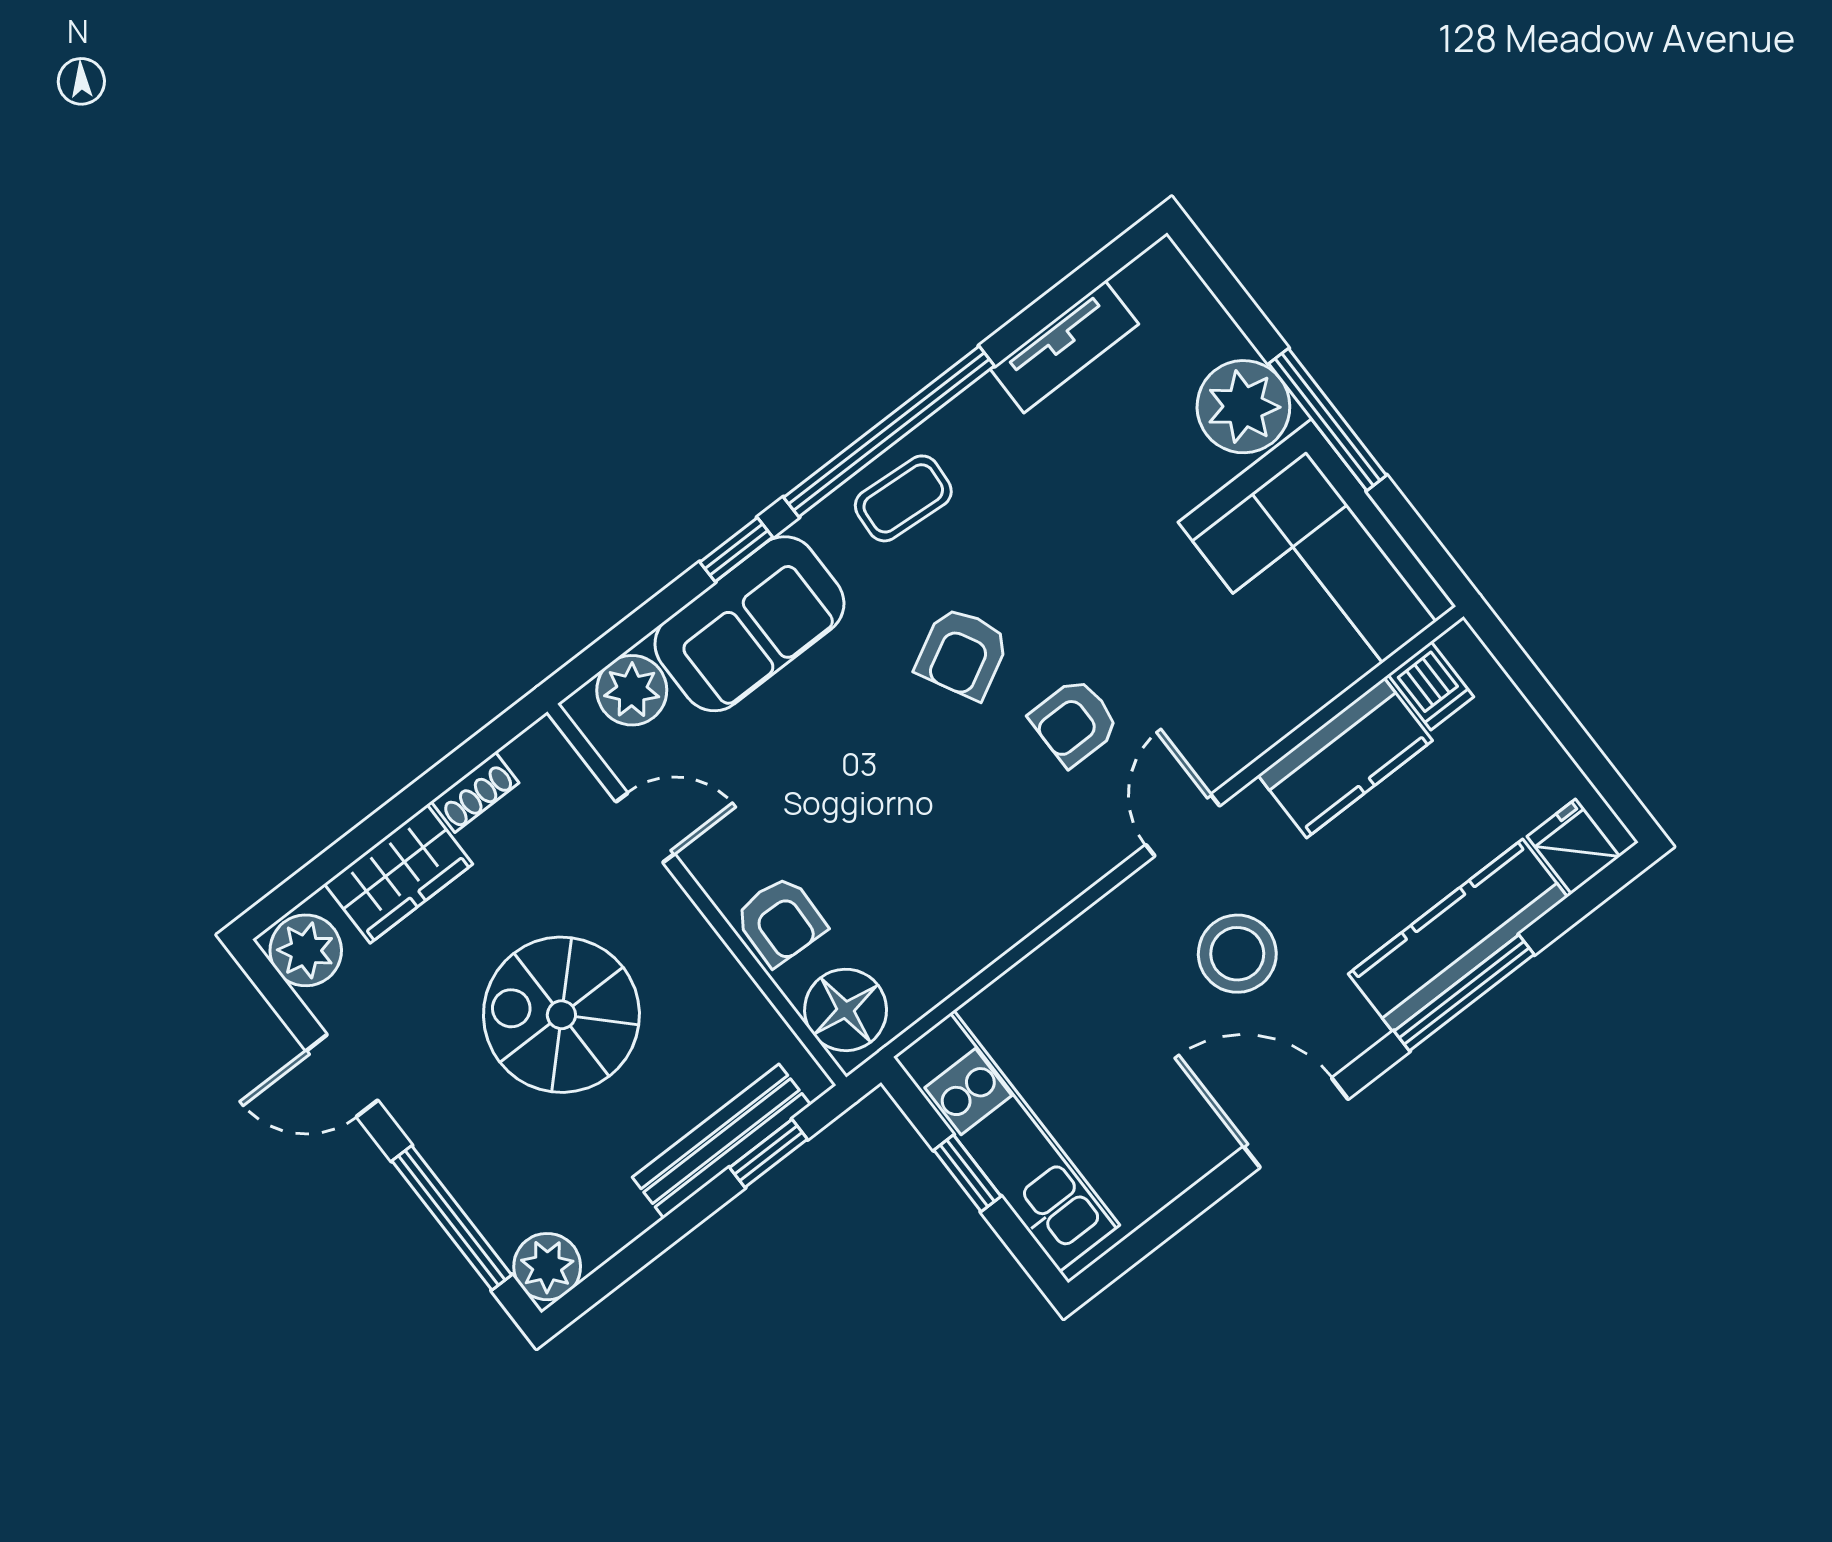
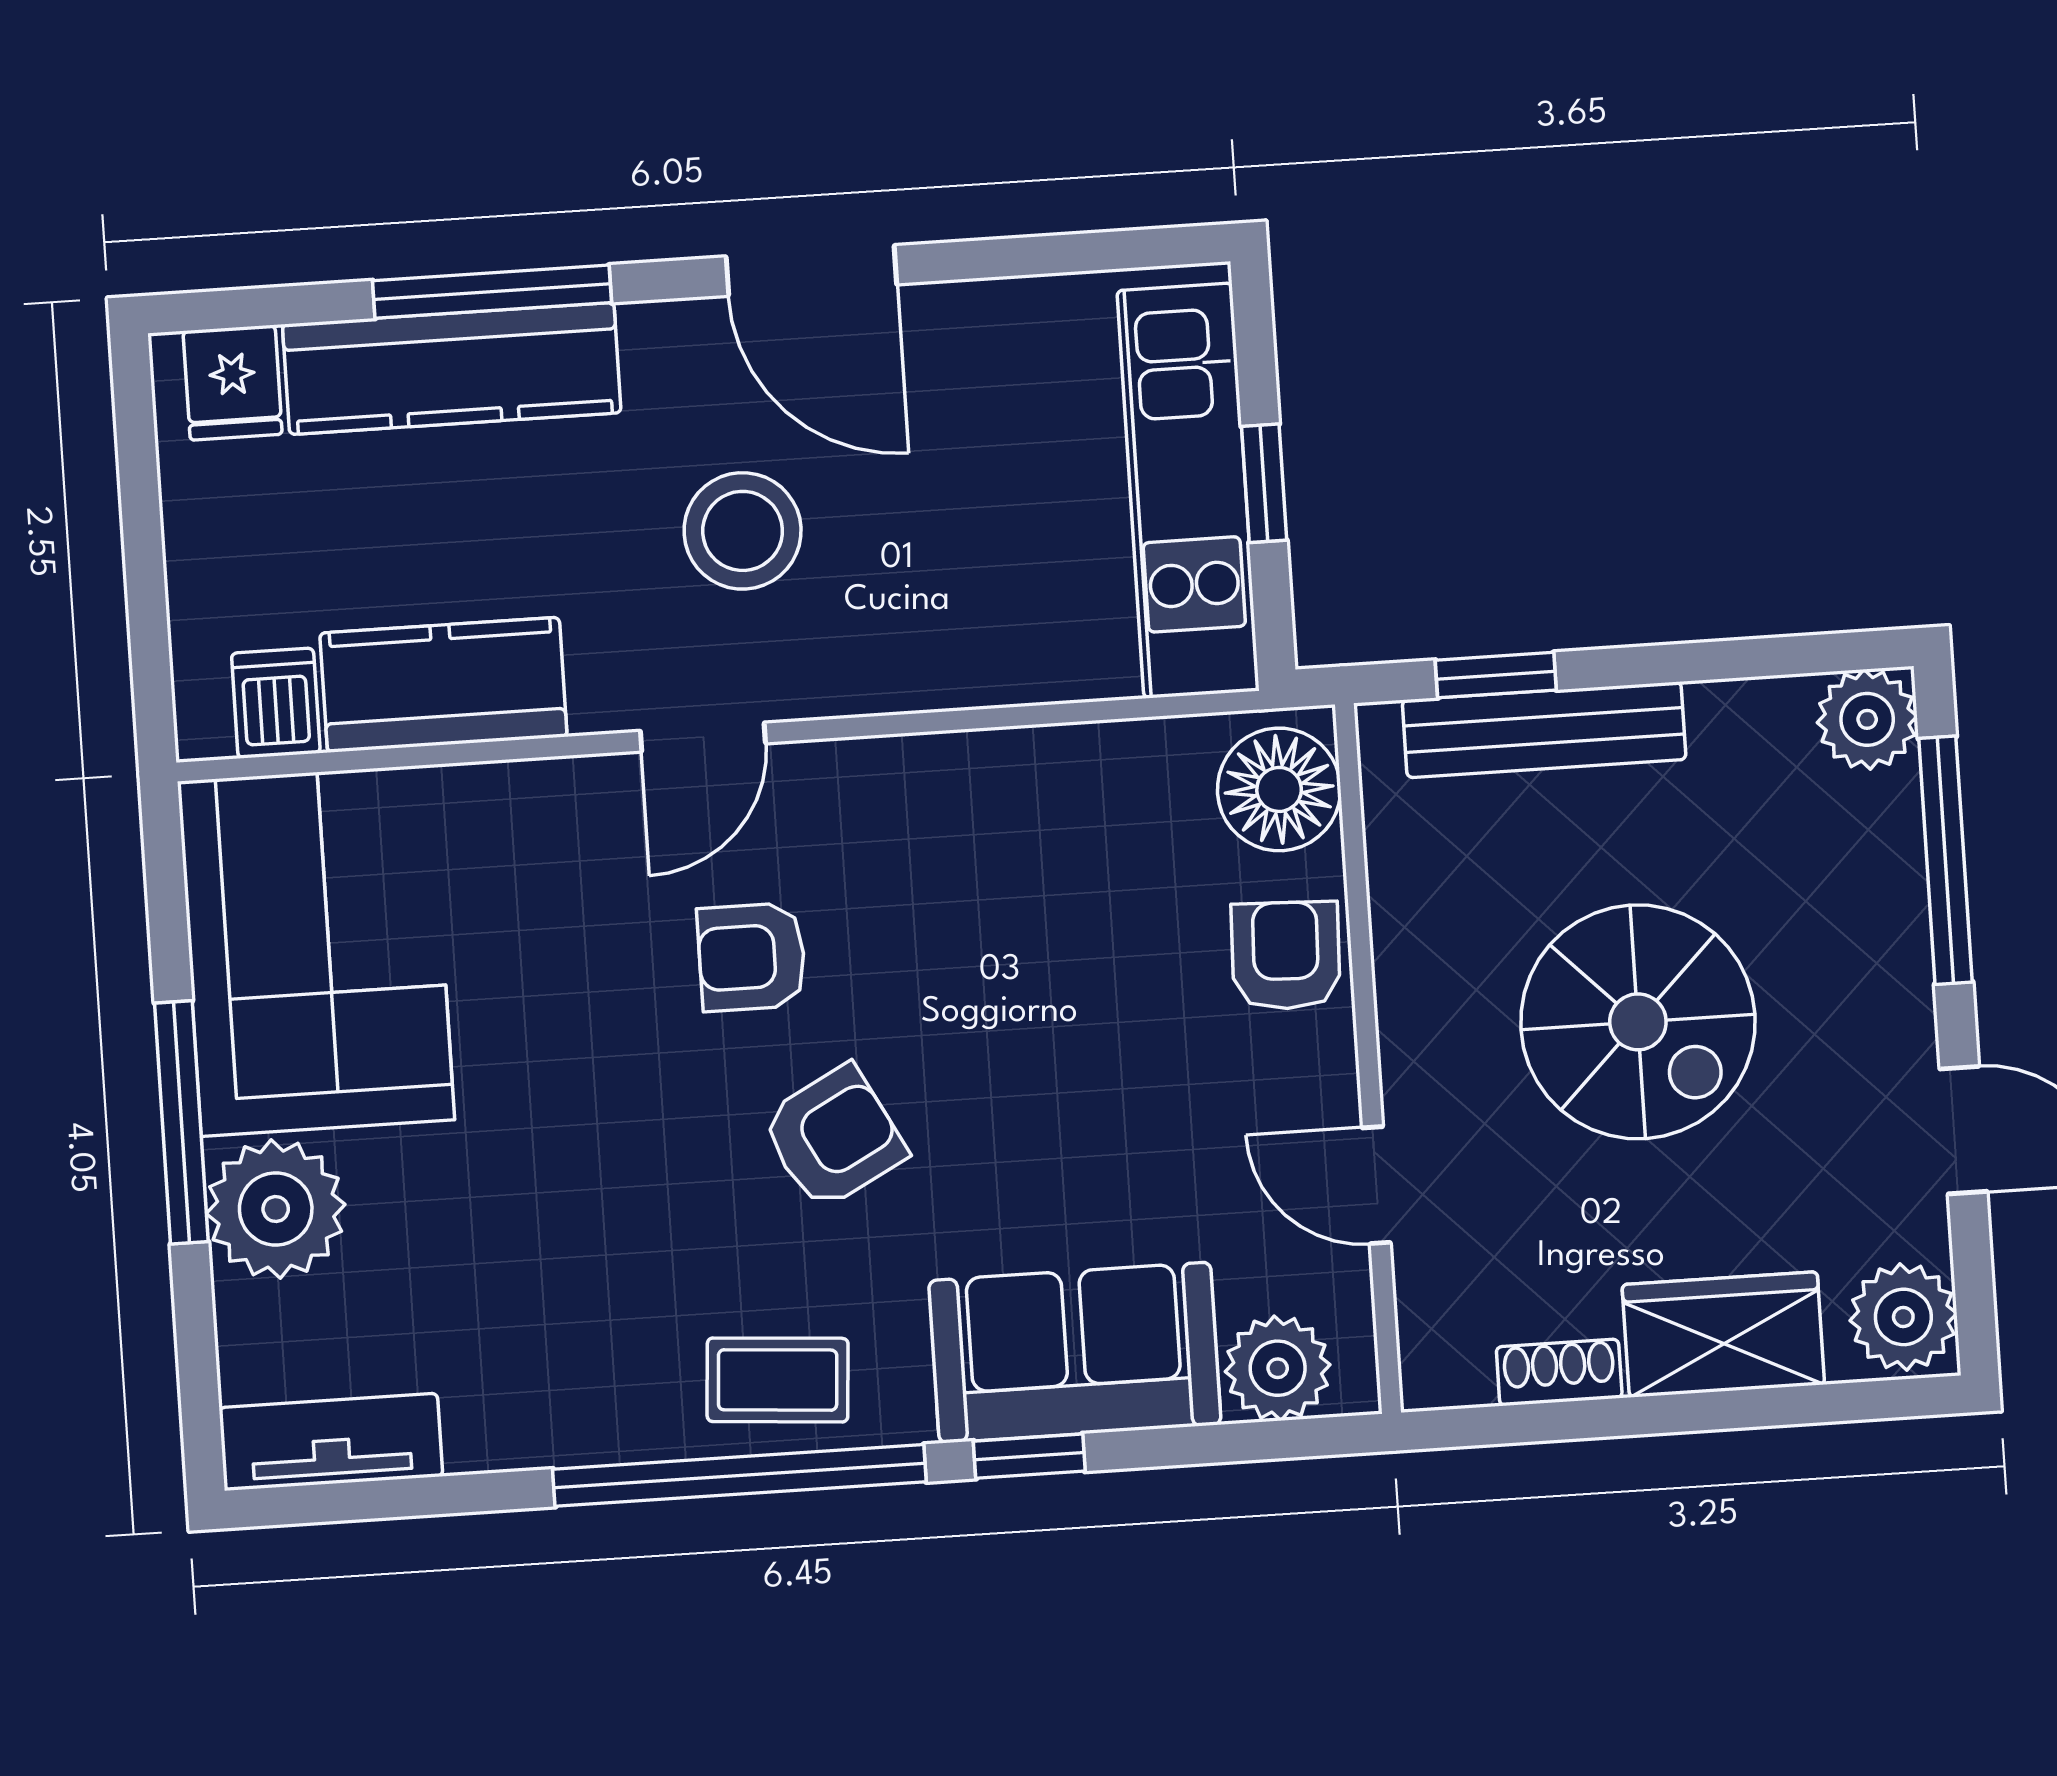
tv unit: (1064, 347) -> (331, 1442), moved
armchair: (1074, 722) -> (752, 957), turned 180

